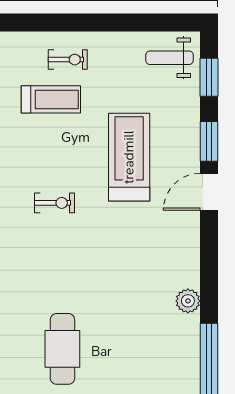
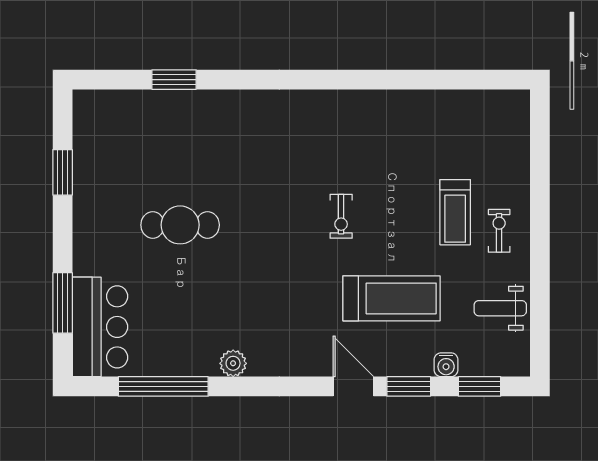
weight bench: (169, 58) -> (500, 308), moved, turned -90
exercise bike: (68, 60) -> (499, 231), turned 180
water cooler: (189, 108) -> (446, 365), added

